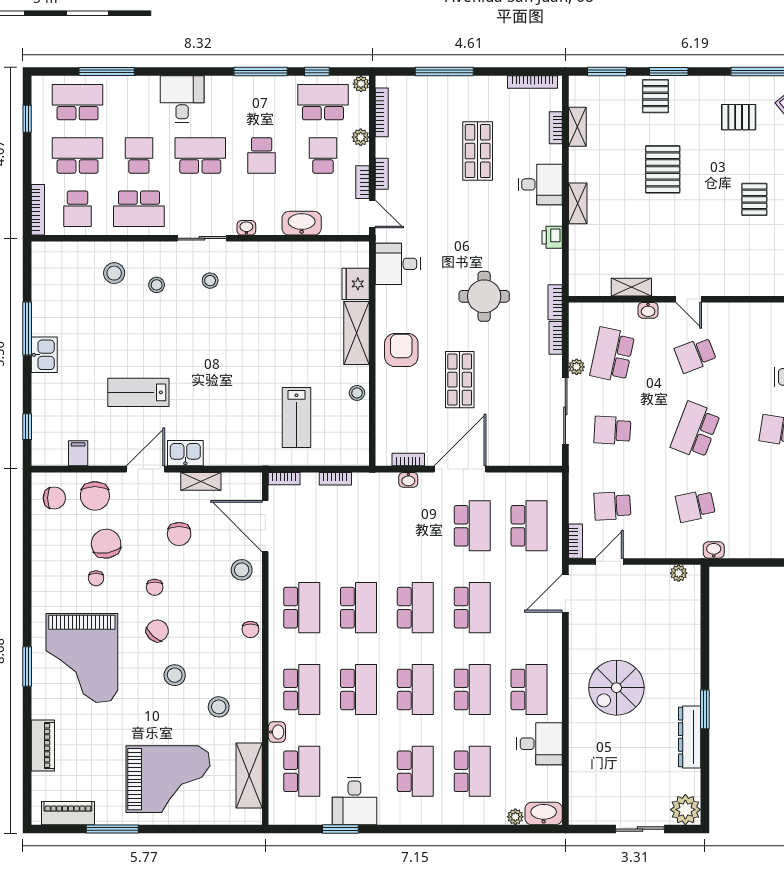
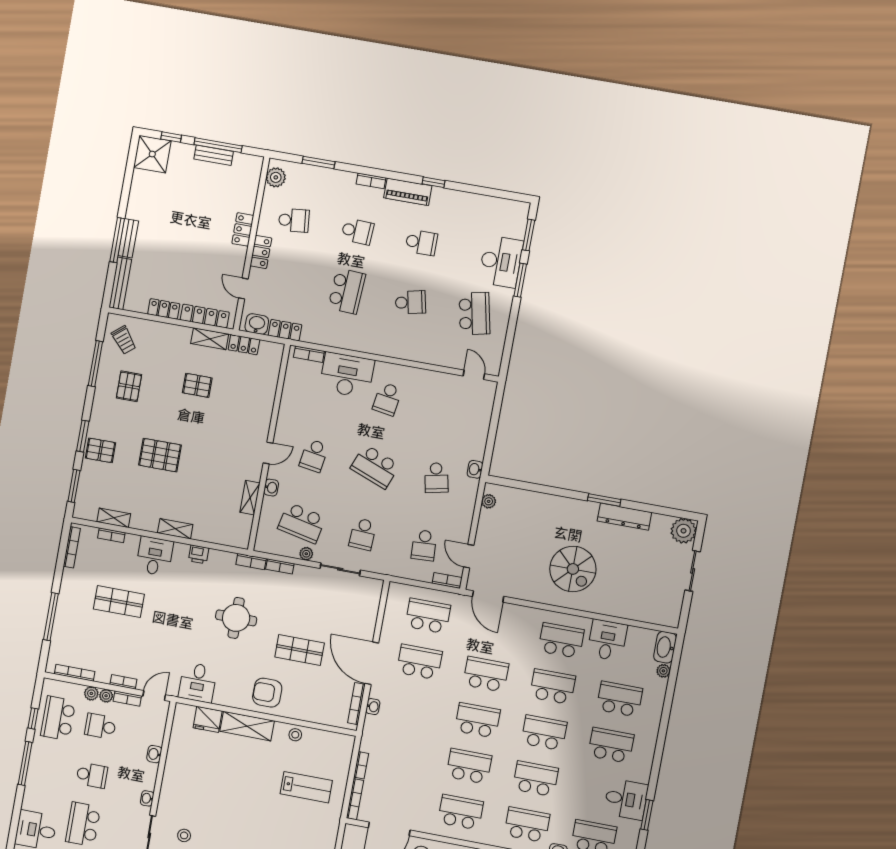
plant: (361, 84) -> (106, 696), moved
washbasin: (302, 223) -> (154, 754), width x0.52, depth x0.69
school desk: (695, 355) -> (314, 456), turned 30
sliding door: (565, 411) -> (340, 569), width x0.73
bookcase: (408, 460) -> (356, 704), width x1.56
bookcase: (284, 479) -> (355, 799), width x1.56

